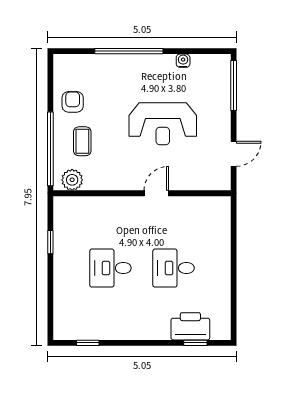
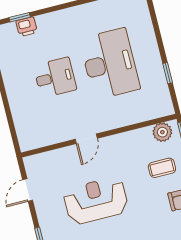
coffee table: (82, 141) -> (162, 168), turned 90
desk: (110, 268) -> (110, 64), width x1.87, depth x1.30
printer: (190, 326) -> (27, 27), width x0.53, depth x0.68

